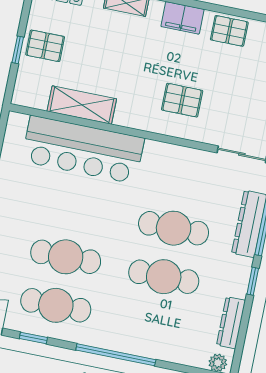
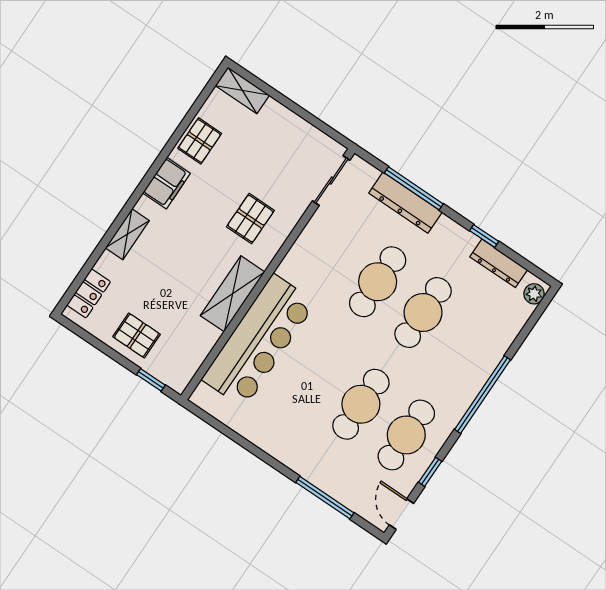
pallet: (45, 46) -> (137, 335), turned 90
window: (18, 50) -> (151, 380), moved
shelving: (82, 105) -> (233, 294), moved
window: (253, 281) -> (484, 236), moved

